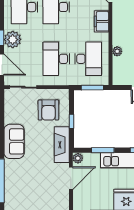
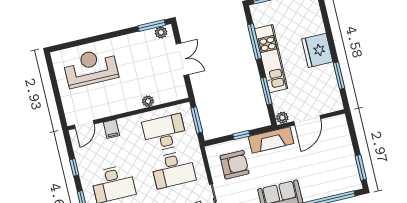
filing cabinet: (101, 21) -> (111, 129), width x0.50
door: (71, 178) -> (307, 120), swing flipped

